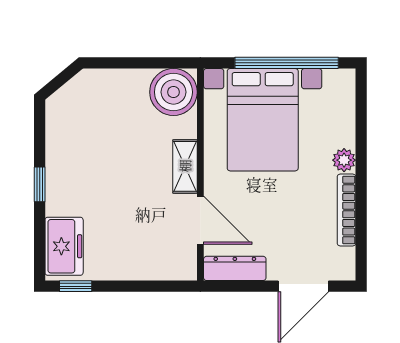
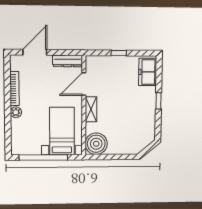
bed with nightstands: (263, 120) -> (62, 131), width x0.73
door: (200, 220) -> (84, 84), hinge flipped
window: (76, 286) -> (119, 53), moved

